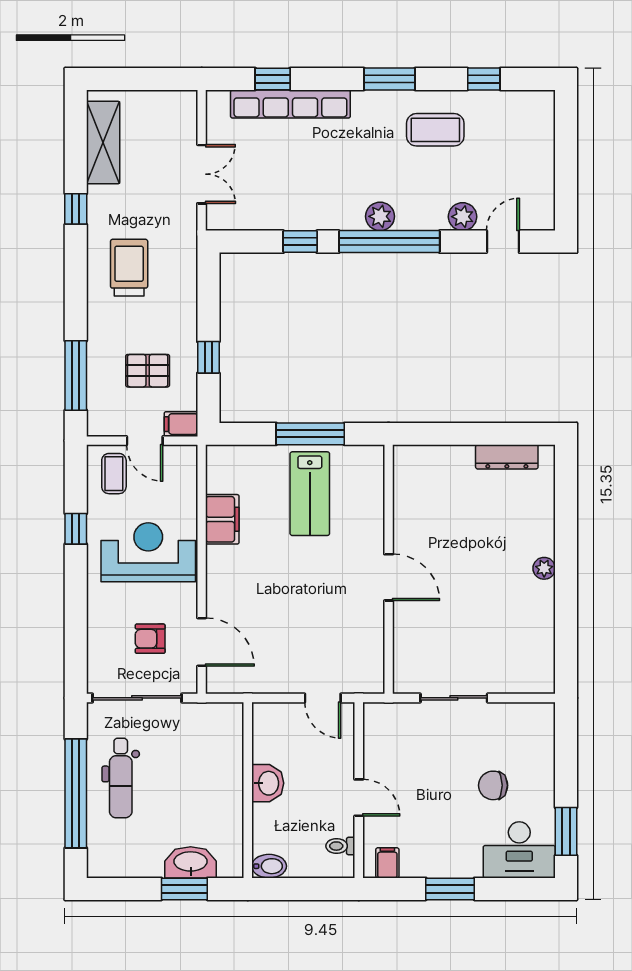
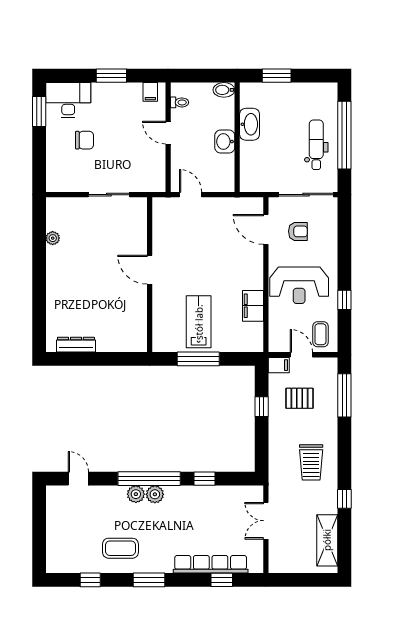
plant: (463, 217) -> (136, 494), moved
door: (503, 242) -> (78, 479), swing flipped
plant: (544, 568) -> (53, 238), moved
washbasin: (191, 862) -> (250, 124), moved, turned -90

